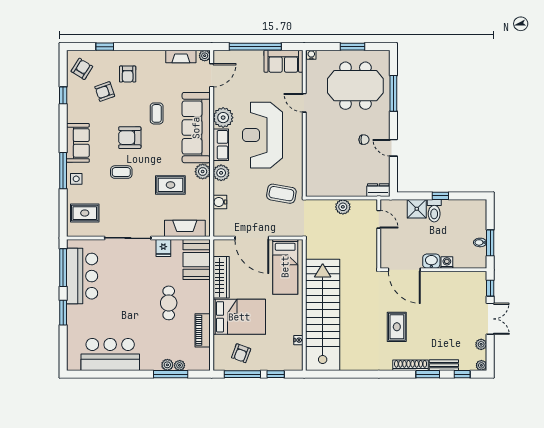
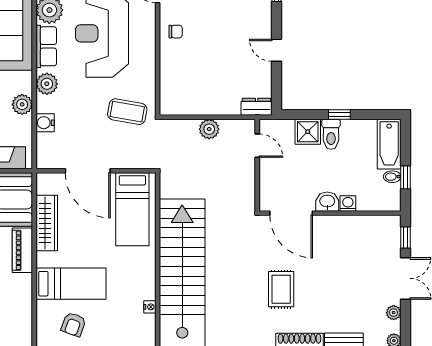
chair: (364, 140) -> (176, 32), moved
plant: (203, 172) -> (22, 104), moved
bathtub: (478, 218) -> (389, 144), added
window: (490, 243) -> (406, 177), width x0.67
bed: (239, 317) -> (71, 284), width x0.67
piano: (203, 330) -> (22, 250), moved

